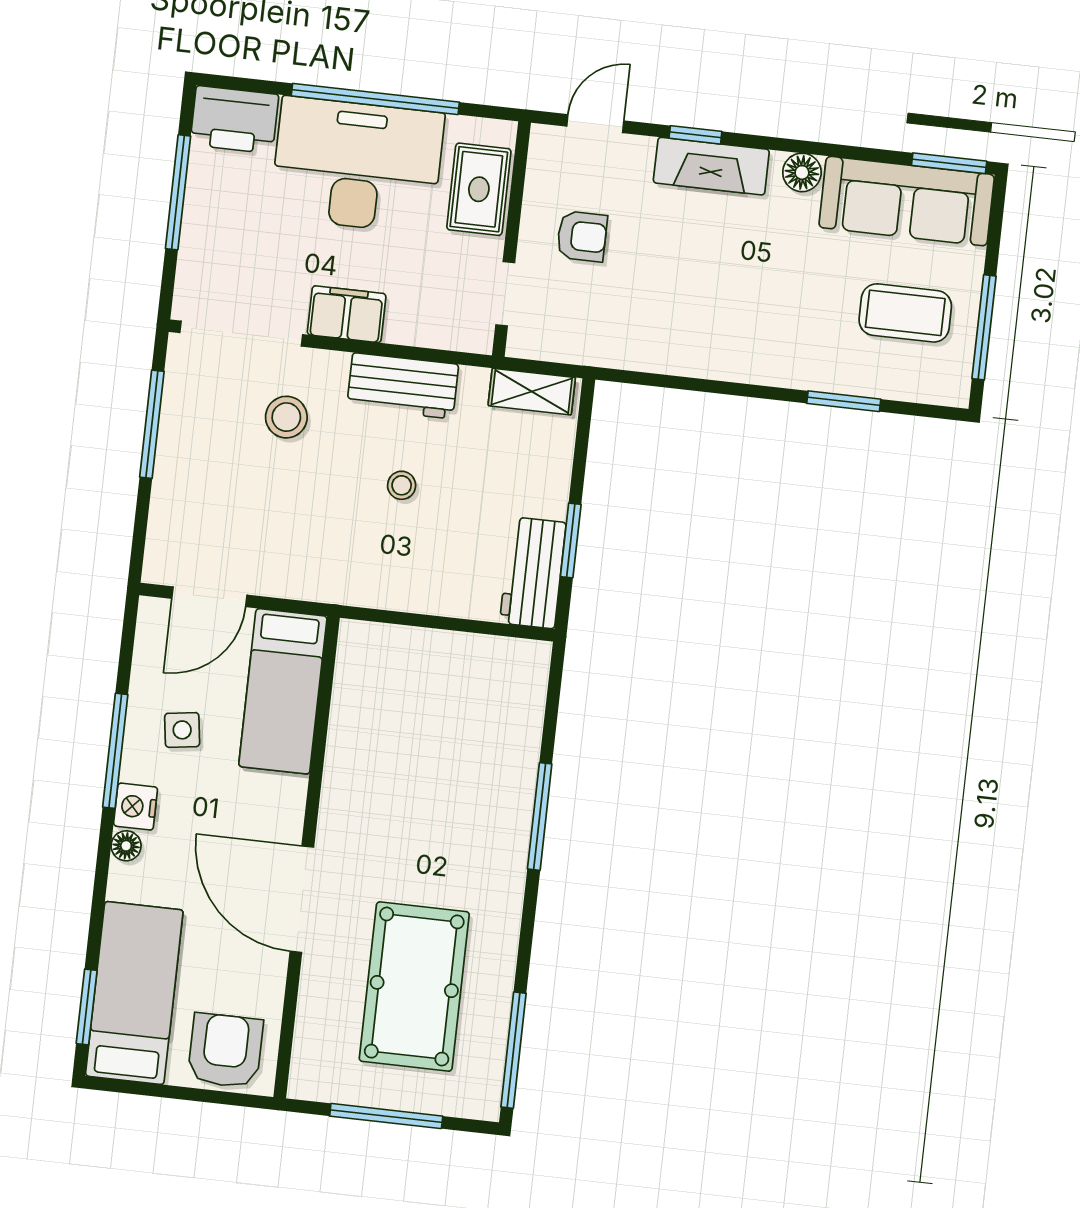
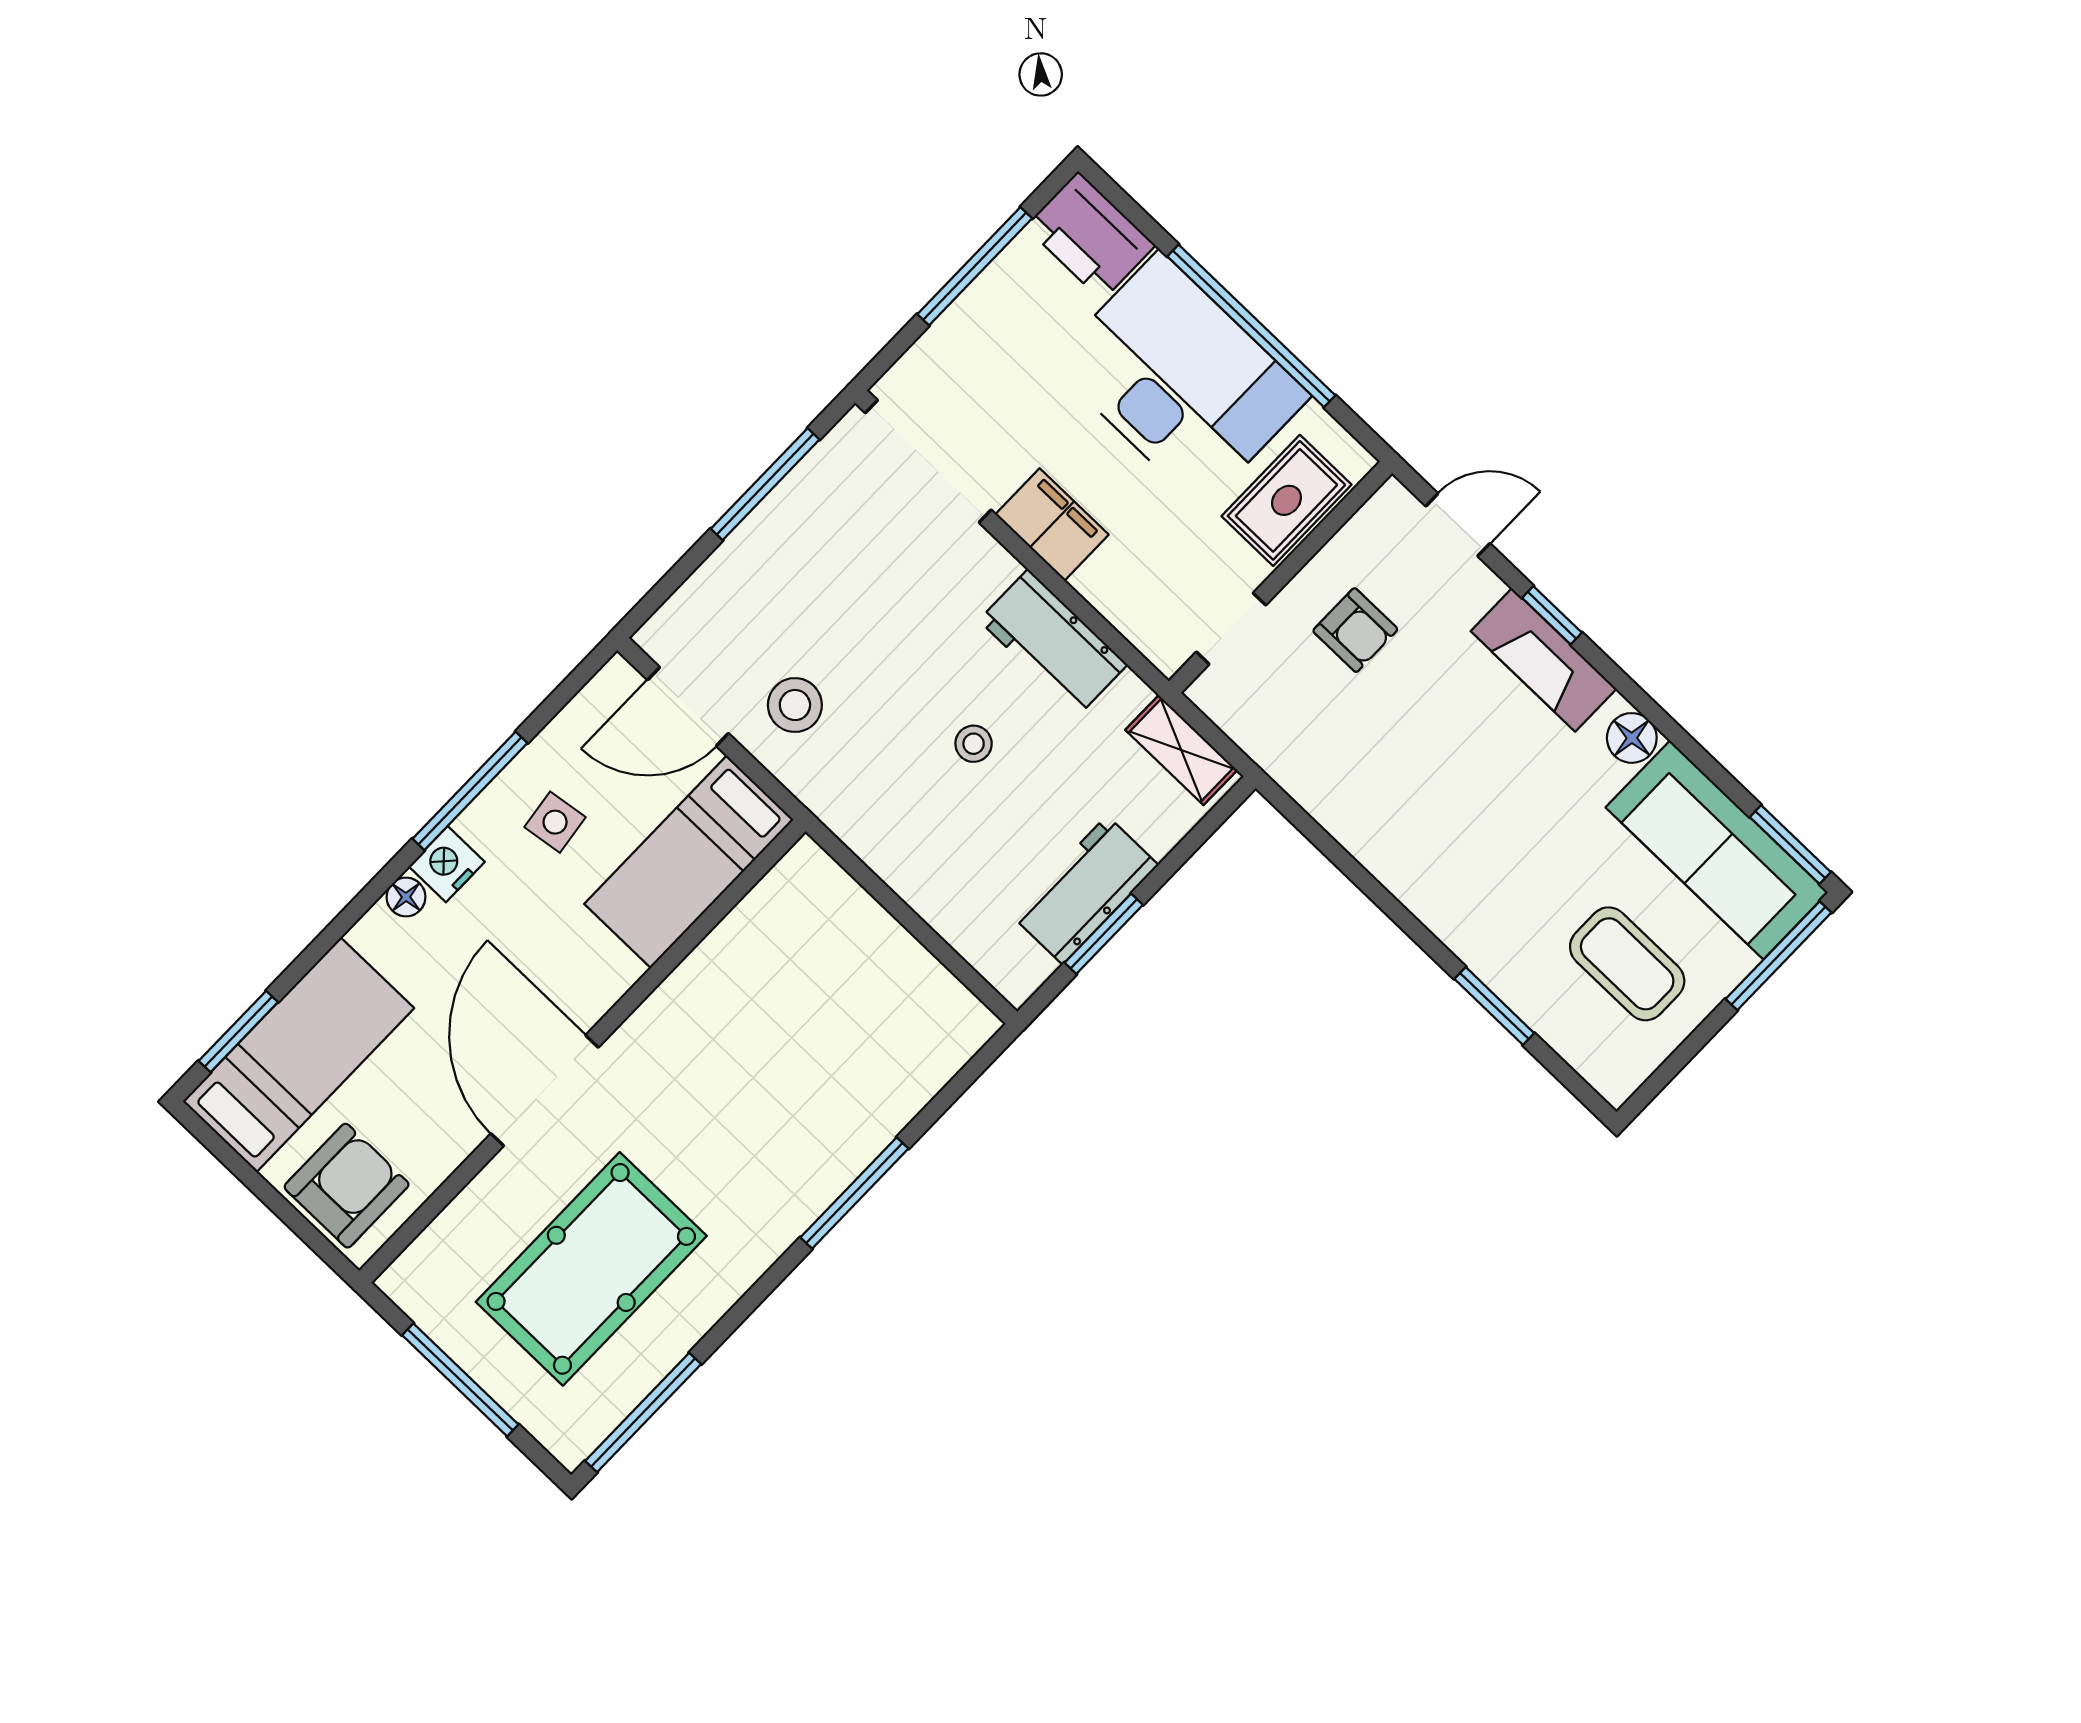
window: (984, 327) -> (1779, 956), moved
stool: (286, 417) -> (795, 705), moved
workbench: (533, 573) -> (1085, 890), moved

